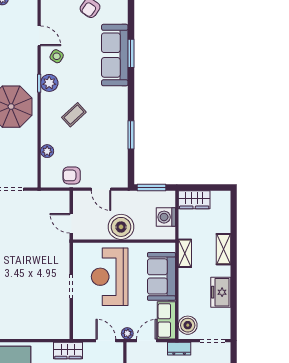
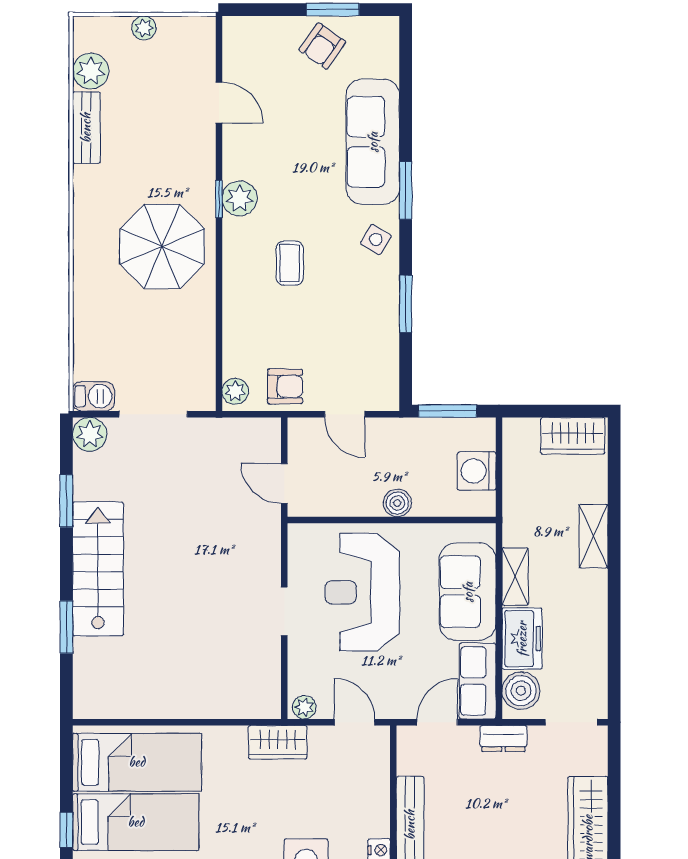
window: (131, 53) -> (406, 191), moved
side table: (57, 56) -> (376, 239), moved
coffee table: (74, 115) -> (290, 263), turned -47
plant: (47, 151) -> (235, 391), moved
armchair: (72, 175) -> (285, 386), turned 180
wardrobe: (194, 200) -> (573, 436), moved
boiler: (121, 227) -> (397, 503), width x0.54, depth x0.54
shelving: (185, 253) -> (515, 576), moved
freezer: (221, 292) -> (522, 639), moved, turned 180
plant: (127, 333) -> (304, 707), moved

